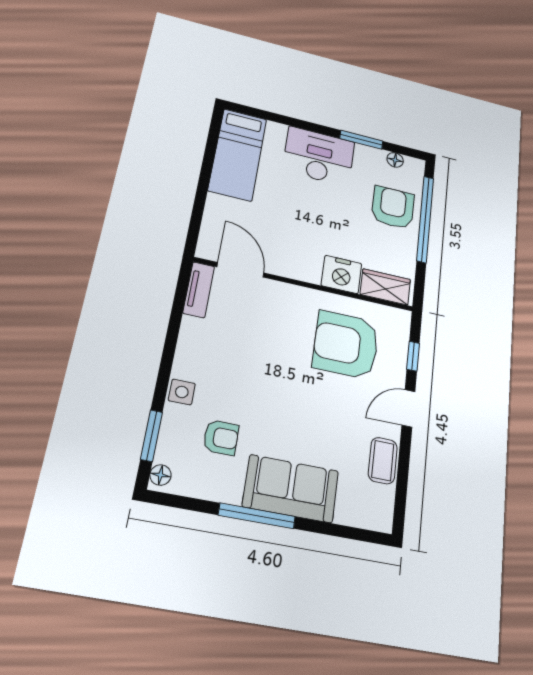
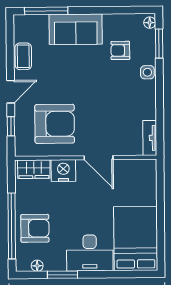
bed: (238, 154) -> (136, 239), width x1.50
armchair: (393, 208) -> (35, 228), turned -90
door: (241, 270) -> (99, 158), moved
window: (257, 516) -> (46, 11), moved

